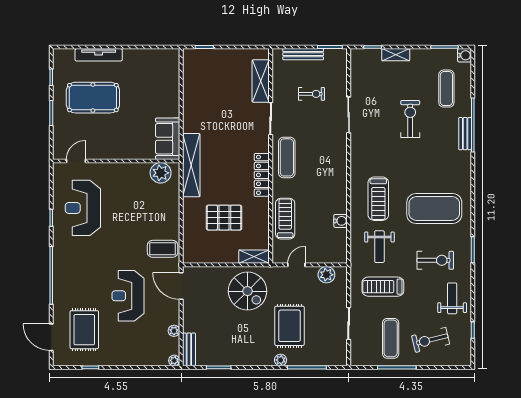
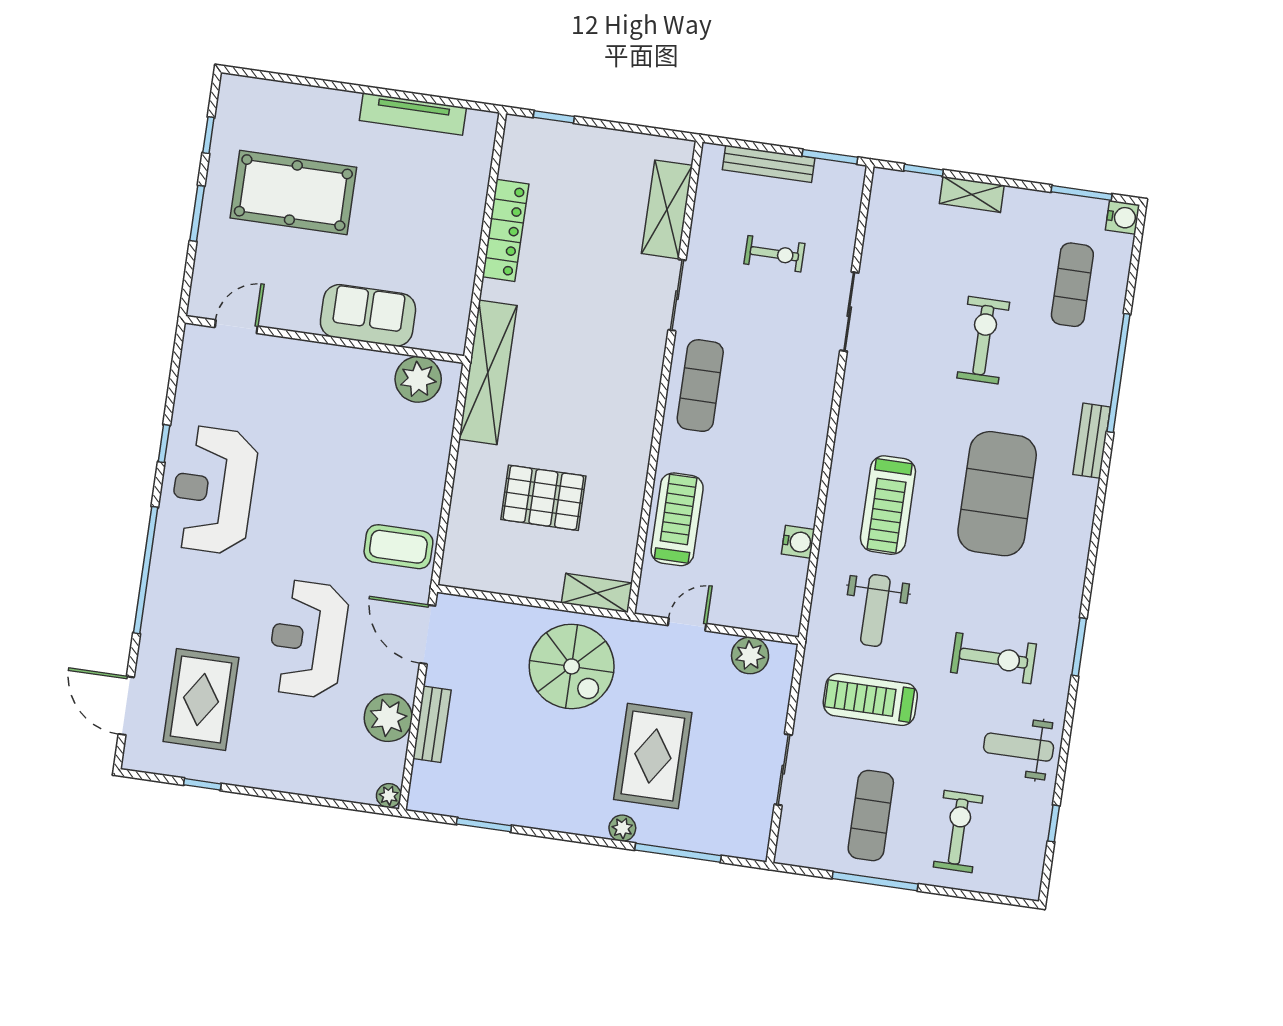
tv unit: (99, 55) -> (413, 114), moved
bench: (465, 134) -> (1092, 441), moved
sofa: (168, 139) -> (368, 315), moved, turned 90
locker: (262, 175) -> (506, 230), moved, turned 180
reception desk: (83, 208) -> (213, 490), moved
exercise mat: (434, 208) -> (997, 494), moved, turned 90
weight bench: (452, 298) -> (1019, 747), turned -90
plant: (174, 331) -> (388, 718), width x1.87, depth x1.87
exercise bike: (431, 340) -> (958, 831), turned 104
bench: (189, 349) -> (432, 724), moved

